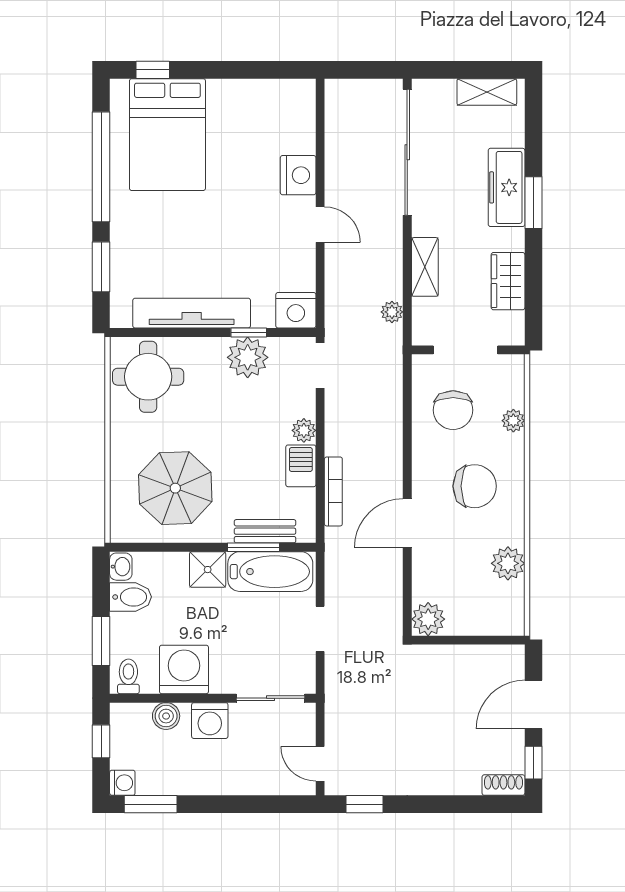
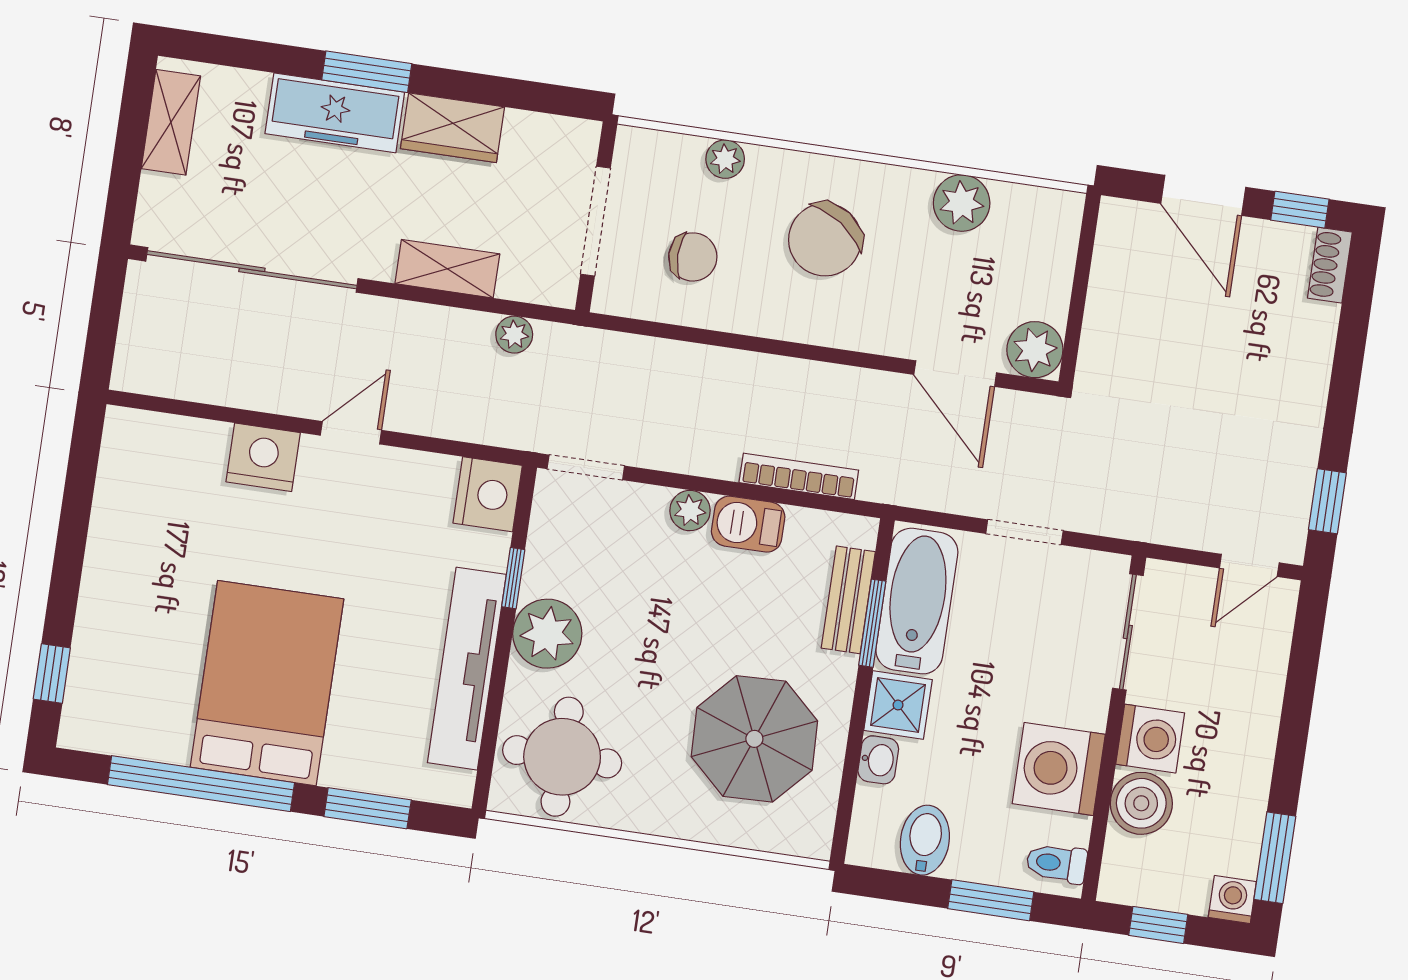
bed: (167, 135) -> (267, 683), moved, turned -90
wardrobe: (508, 281) -> (453, 128), moved
plant: (248, 357) -> (547, 634), moved
chair: (453, 410) -> (693, 257), width x0.73, depth x0.73
chair: (475, 486) -> (825, 240), turned -145
door: (407, 523) -> (955, 374), moved
washbasin: (121, 567) -> (878, 760), moved, turned 90
boiler: (166, 716) -> (1141, 803), width x1.36, depth x1.36

